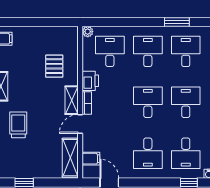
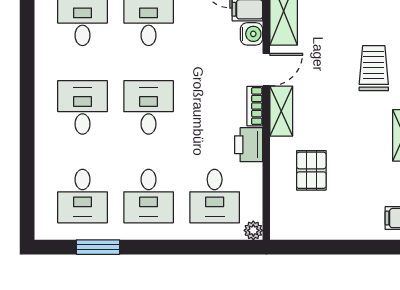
desk: (148, 102) -> (149, 107), turned 180
desk: (186, 102) -> (82, 107), turned 180
trolley: (18, 125) -> (374, 68), turned 180
water cooler: (89, 145) -> (252, 34), added

